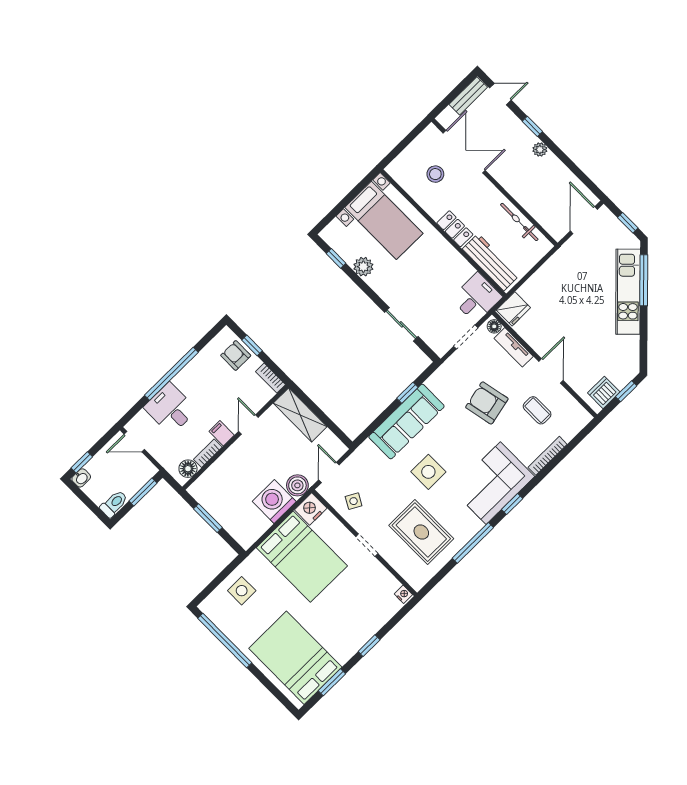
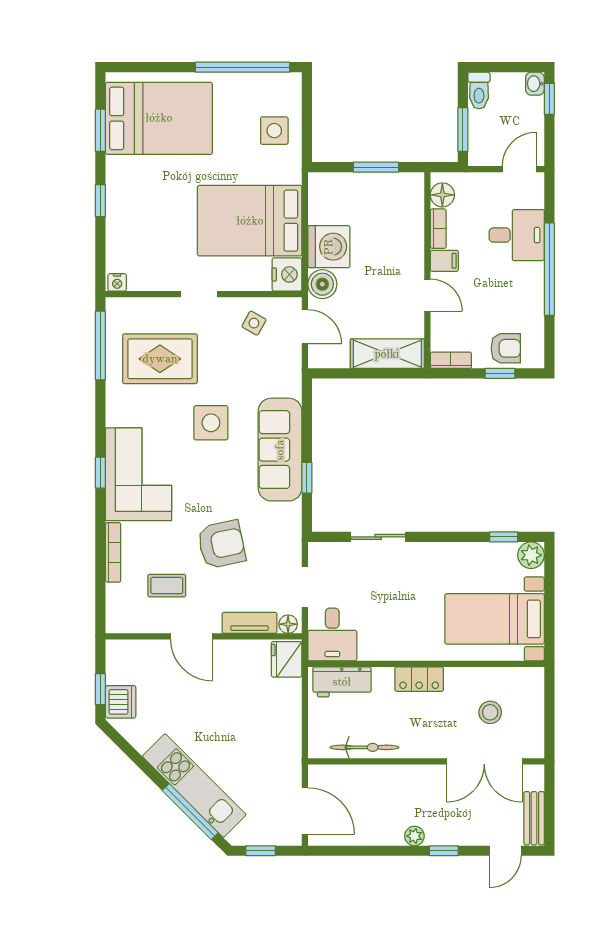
workbench: (491, 262) -> (342, 682), width x0.73
plant: (363, 267) -> (531, 555), moved
dishwasher: (604, 392) -> (121, 702), moved
window: (473, 543) -> (100, 345), moved

